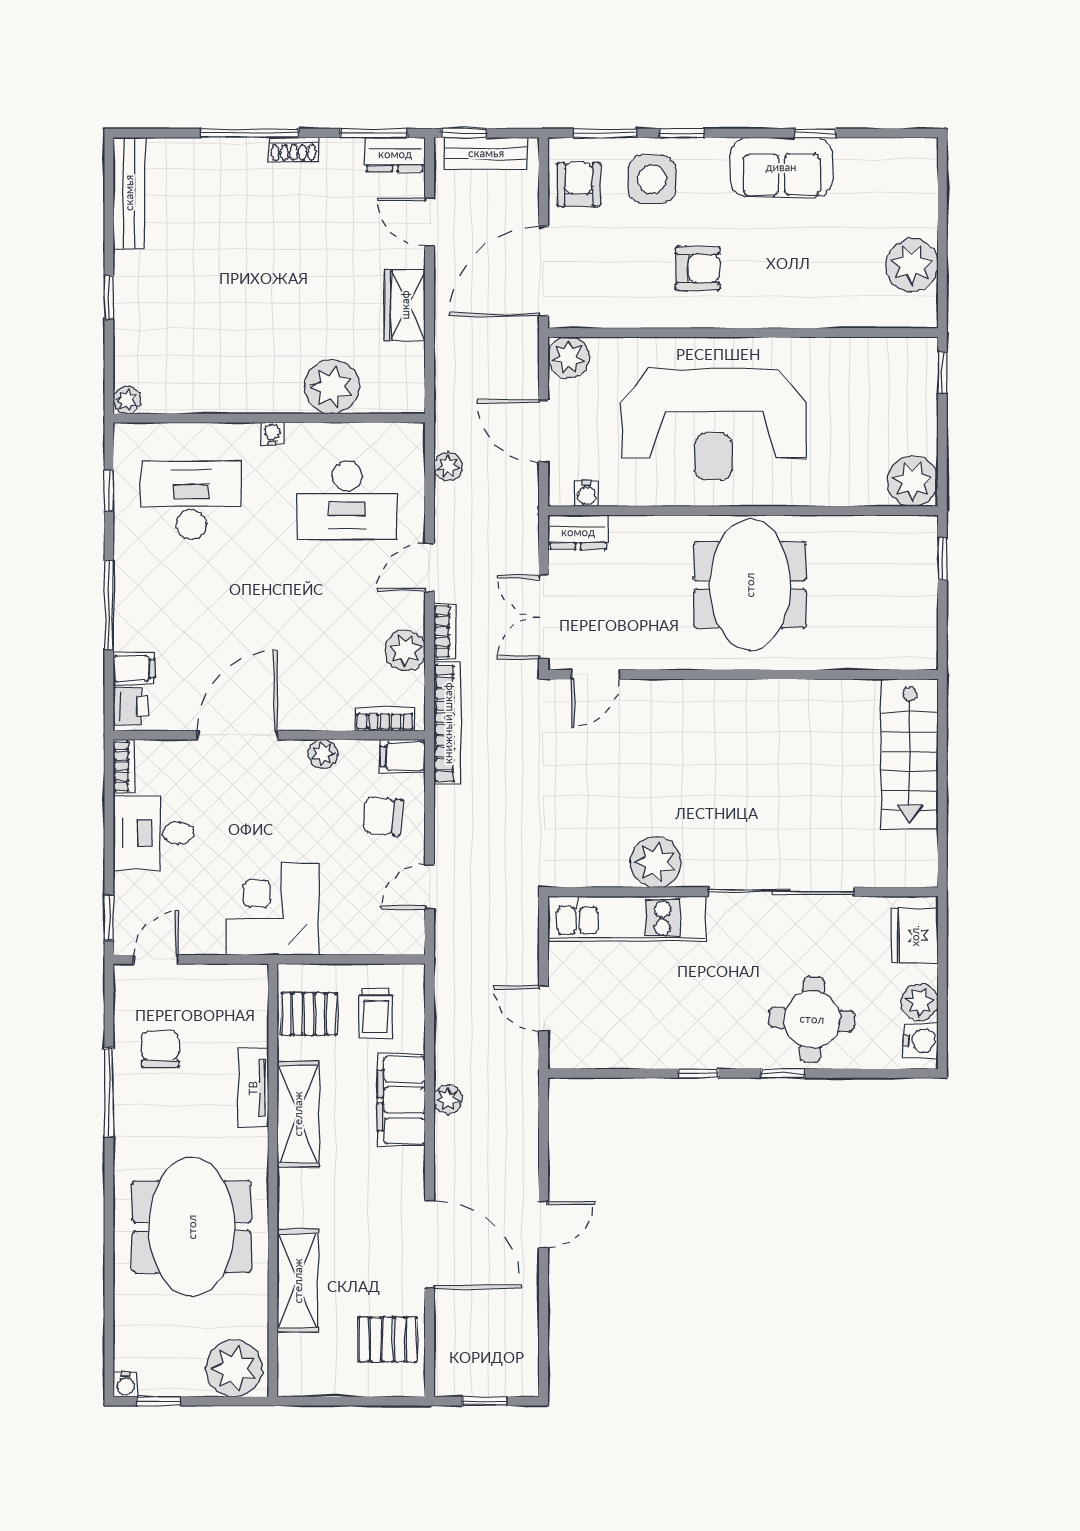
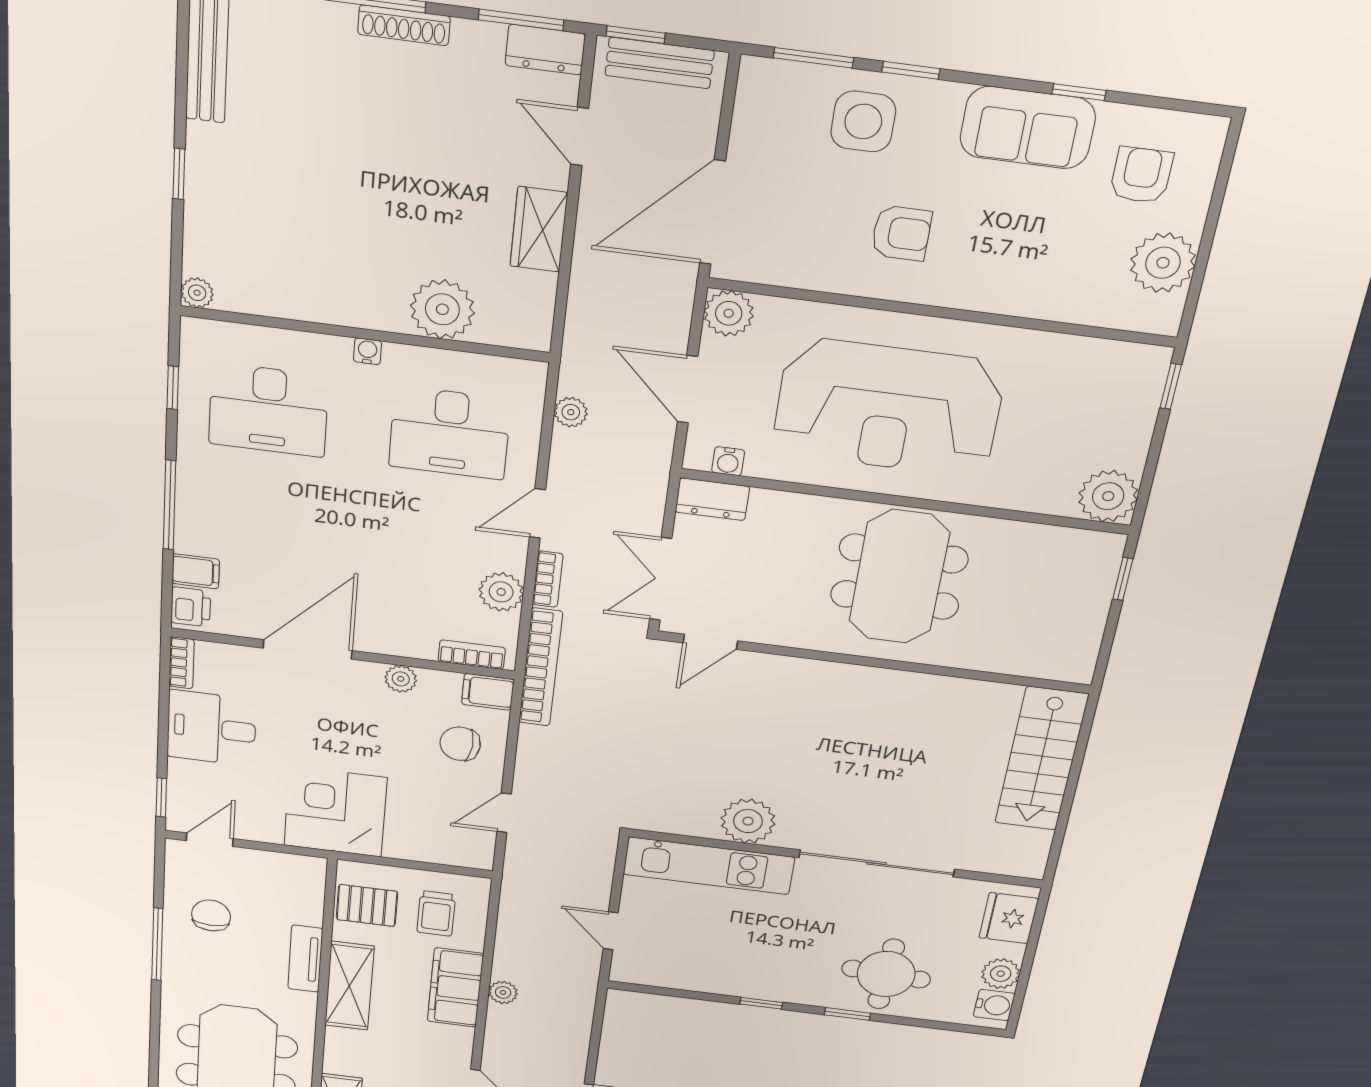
shoe rack: (293, 150) -> (404, 25), width x1.43
armchair: (579, 185) -> (1141, 175), moved
desk: (191, 500) -> (268, 410), turned 180

